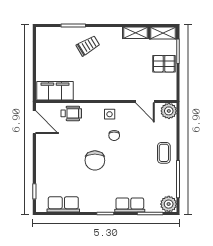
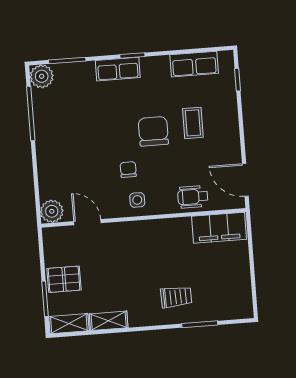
trolley: (88, 46) -> (176, 297), turned -151
coffee table: (164, 153) -> (193, 123), moved
row of seats: (130, 205) -> (118, 69), moved

